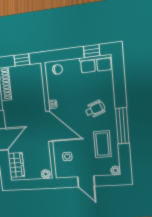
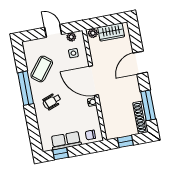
row of seats: (96, 64) -> (66, 141), moved
coffee table: (102, 144) -> (42, 69), turned 38
wardrobe: (16, 165) -> (111, 32), moved, turned -90
plant: (115, 170) -> (71, 37), moved

